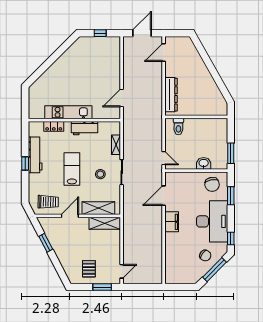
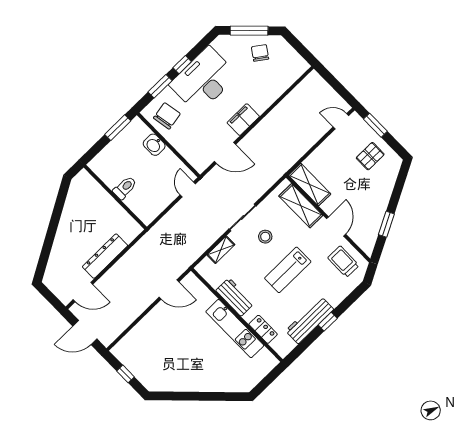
dresser: (171, 95) -> (105, 256), moved
toilet: (178, 127) -> (125, 188), moved
door: (70, 216) -> (336, 226), swing flipped
window: (231, 238) -> (182, 65), moved
chair: (205, 256) -> (260, 53), moved

